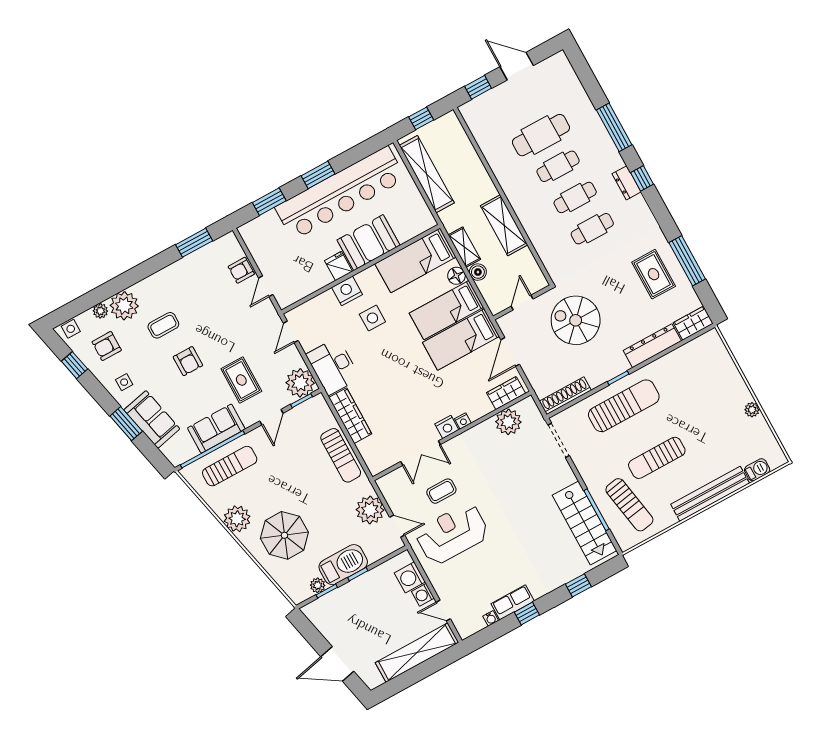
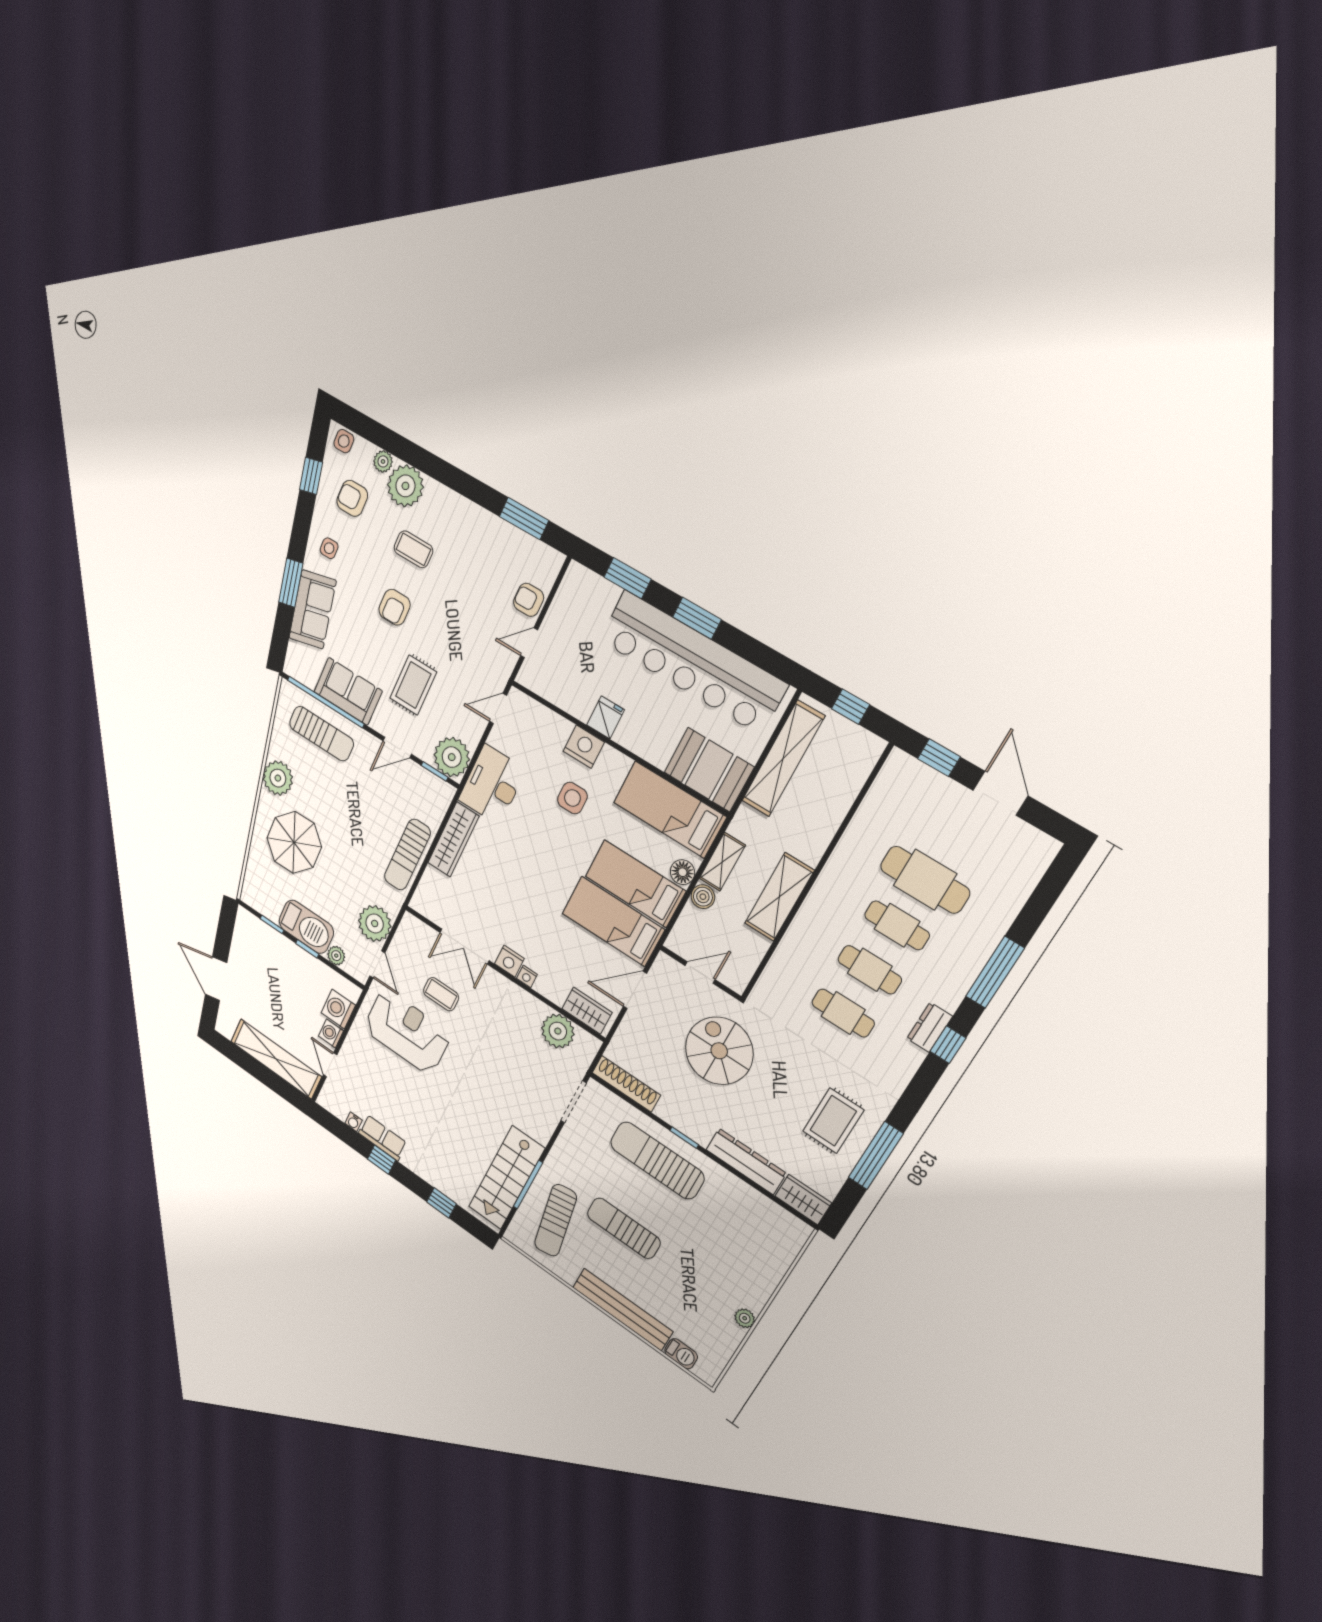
booth: (369, 243) -> (709, 770), moved
sun lounger: (624, 406) -> (657, 1160), turned 180
plant: (318, 585) -> (336, 956), moved

